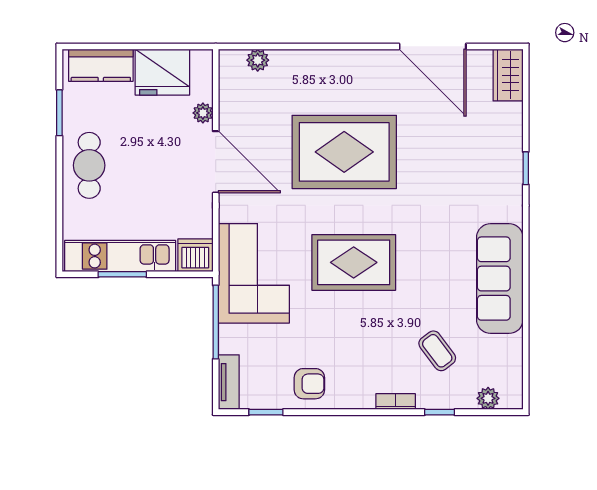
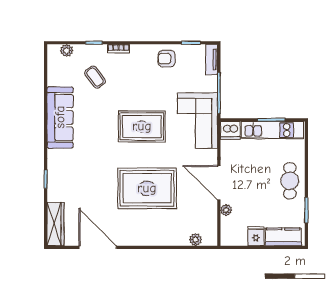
fridge: (162, 72) -> (256, 236), width x0.53, depth x0.75
wardrobe: (508, 75) -> (55, 224), width x1.50

